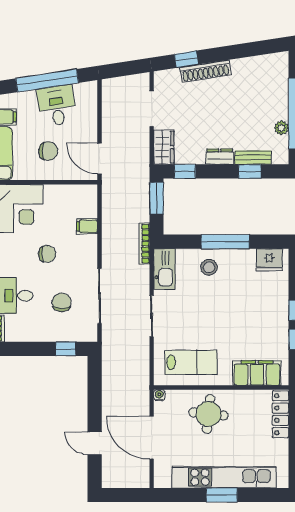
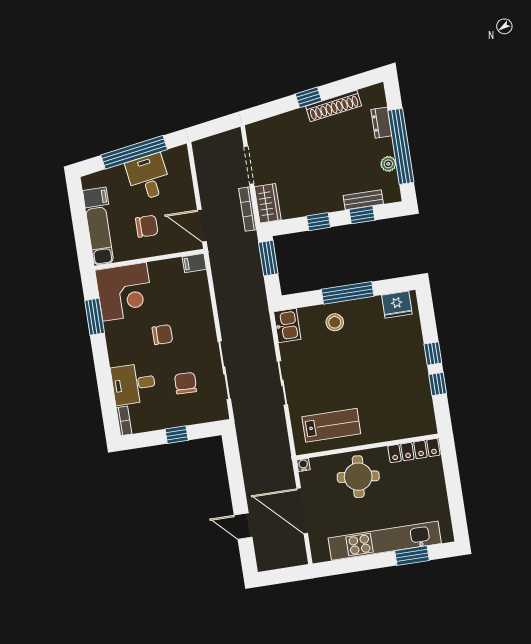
window: (186, 59) -> (308, 97), moved
shoe rack: (205, 71) -> (334, 106), moved
dresser: (220, 157) -> (381, 123), moved, turned -90
window: (185, 171) -> (318, 222), moved
filing cabinet: (87, 226) -> (194, 263), moved
bookcase: (144, 244) -> (248, 209), moved
kitchen sink: (164, 269) -> (287, 326), width x0.73
window: (66, 349) -> (177, 435), moved
filing cabinet: (257, 373) -> (402, 426), removed
locker: (281, 414) -> (414, 451), moved, turned -90
window: (222, 495) -> (412, 556), moved

